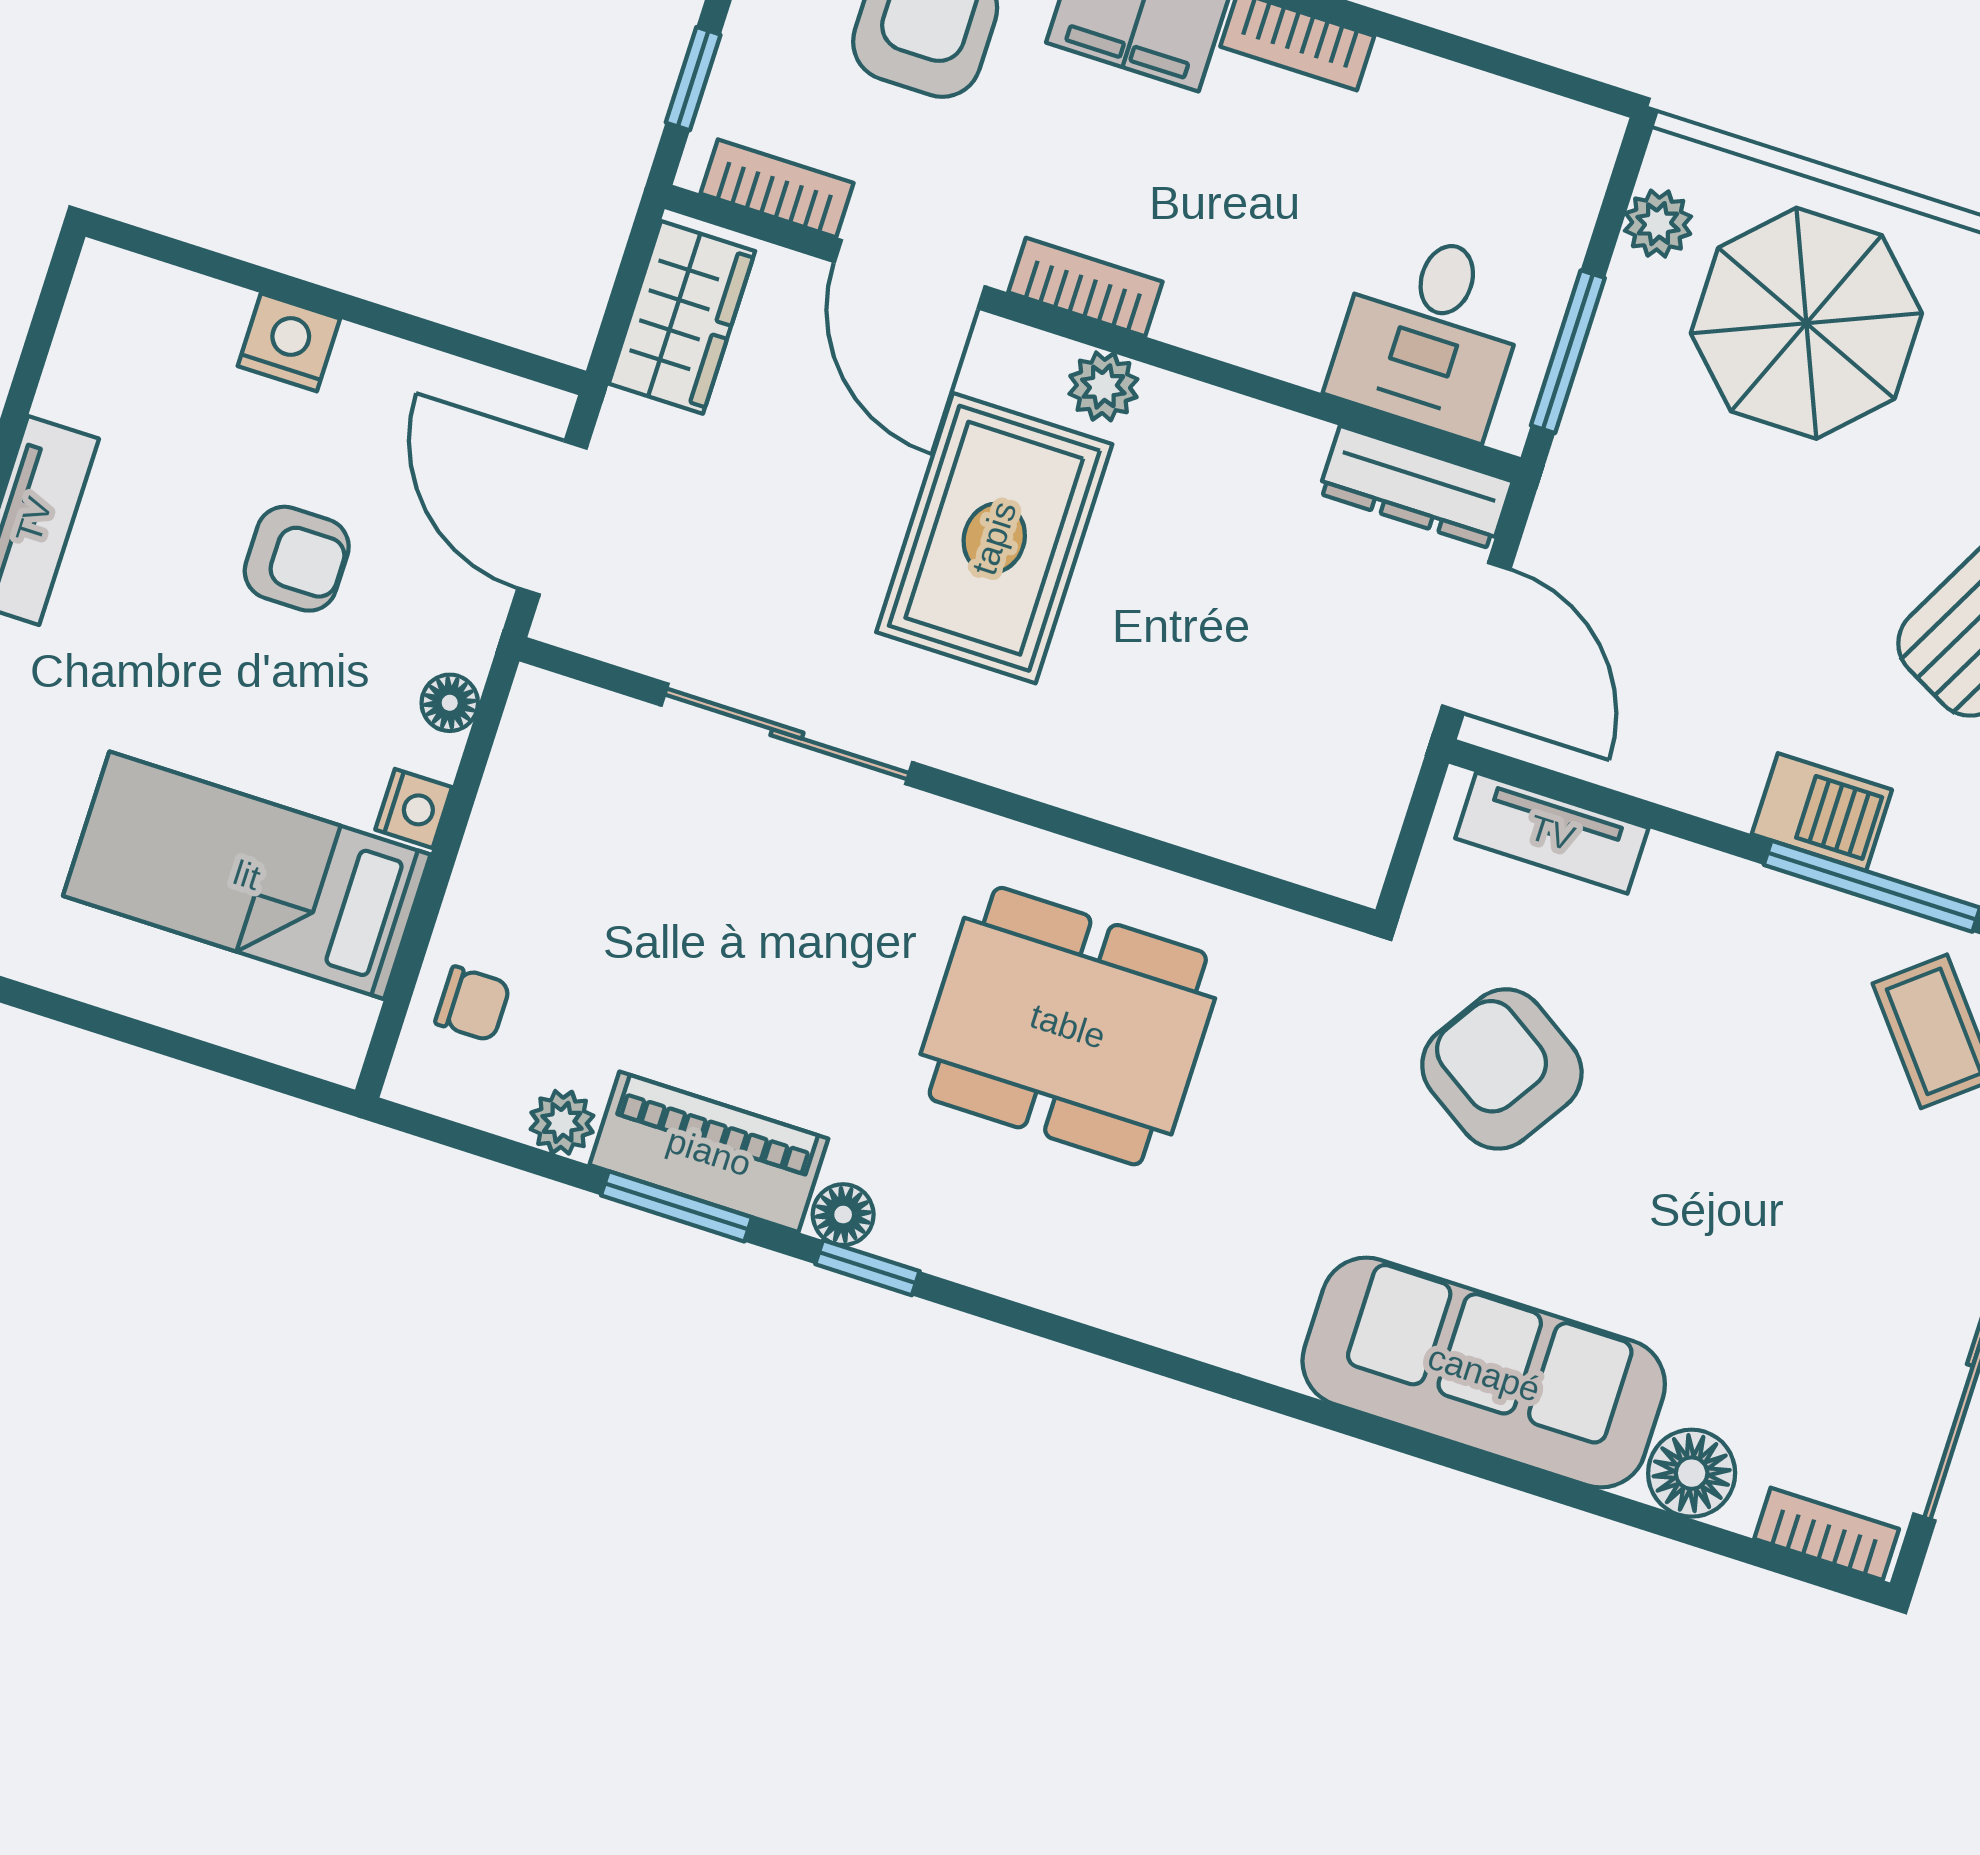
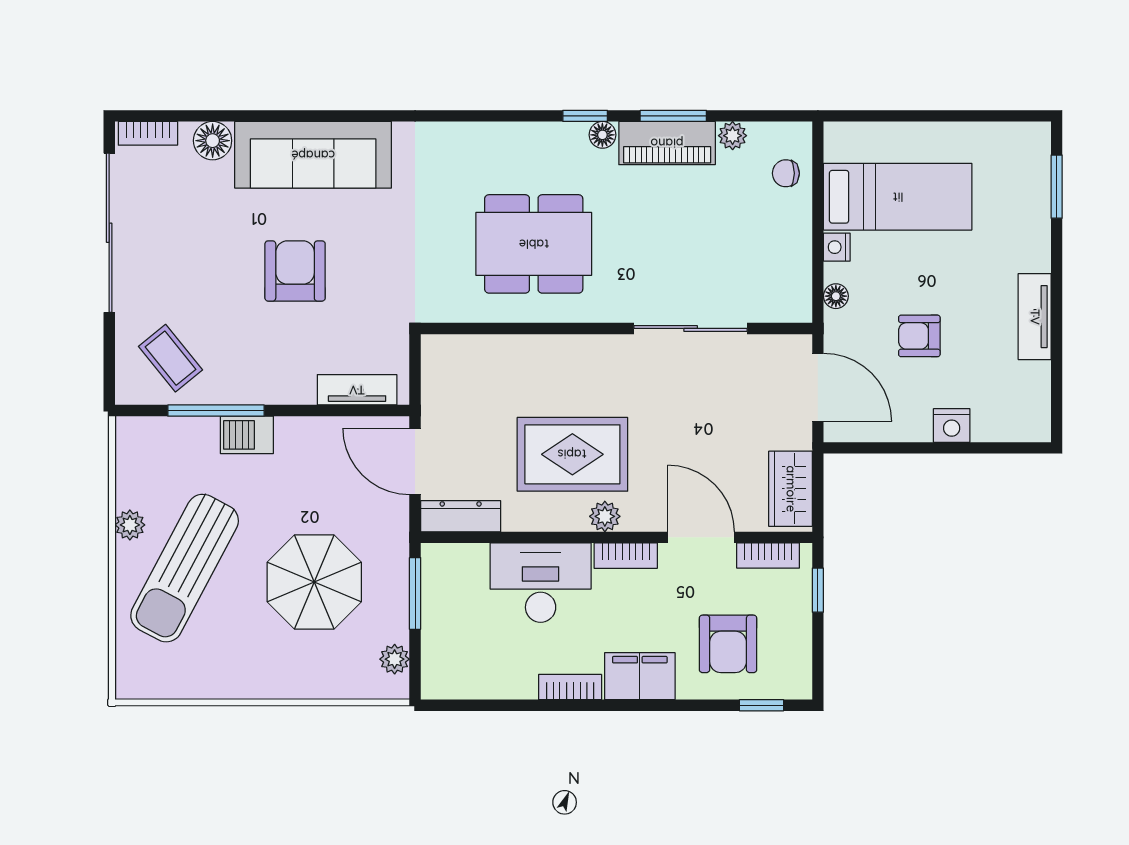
parasol: (1806, 323) -> (314, 582), moved
desk: (1430, 333) -> (541, 583), moved, width x1.37
rug: (994, 538) -> (572, 454), moved, turned 90
armchair: (1502, 1069) -> (295, 271), moved, turned -123

